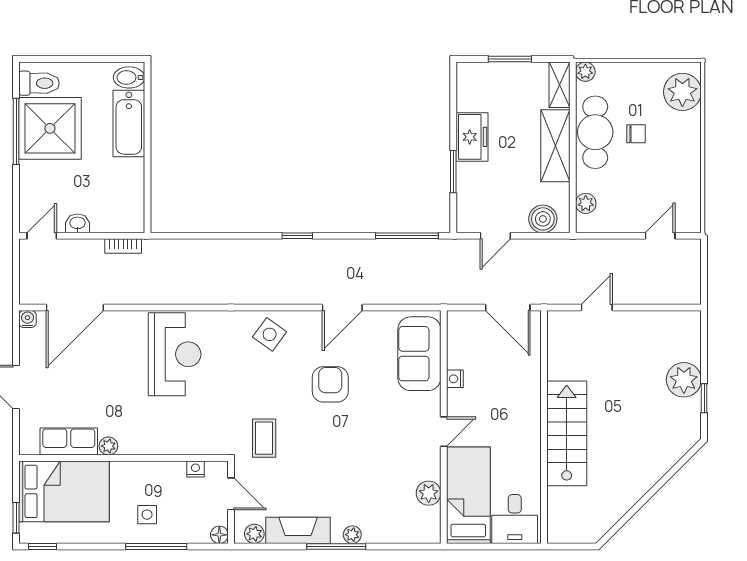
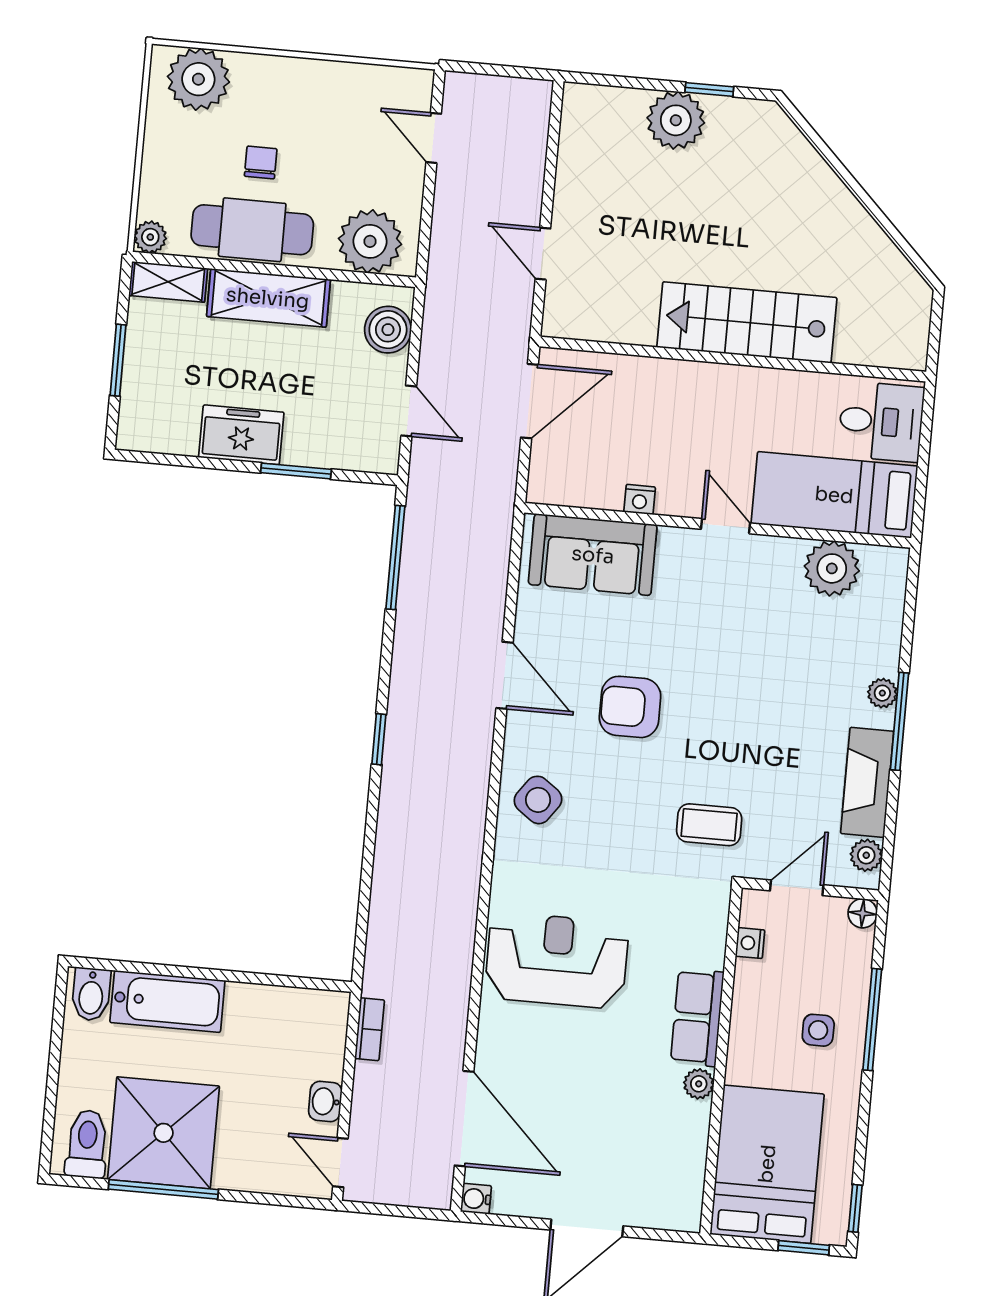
plant: (586, 203) -> (370, 241), width x1.88, depth x1.88
row of seats: (69, 441) -> (697, 1017), moved
plant: (429, 493) -> (832, 568), width x1.36, depth x1.36

